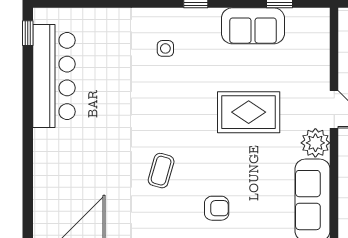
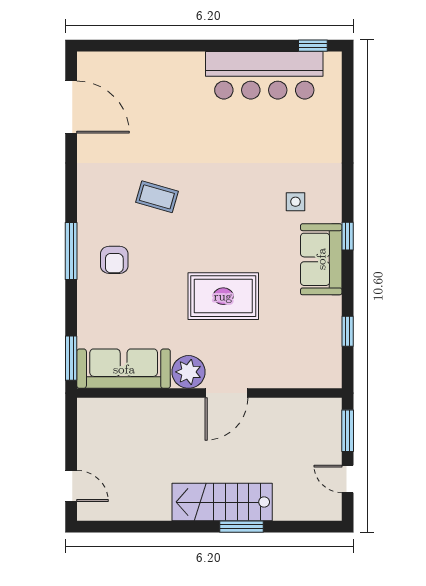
sofa: (253, 26) -> (321, 259), moved
rug: (249, 112) -> (223, 296), turned 90

